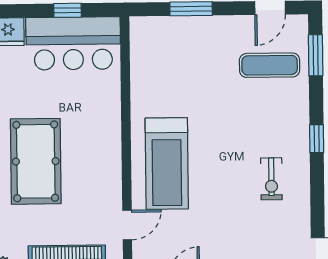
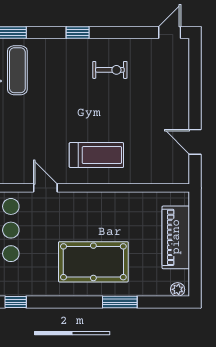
treadmill: (167, 164) -> (96, 155), width x0.73, depth x0.73
door: (127, 225) -> (45, 188), moved

